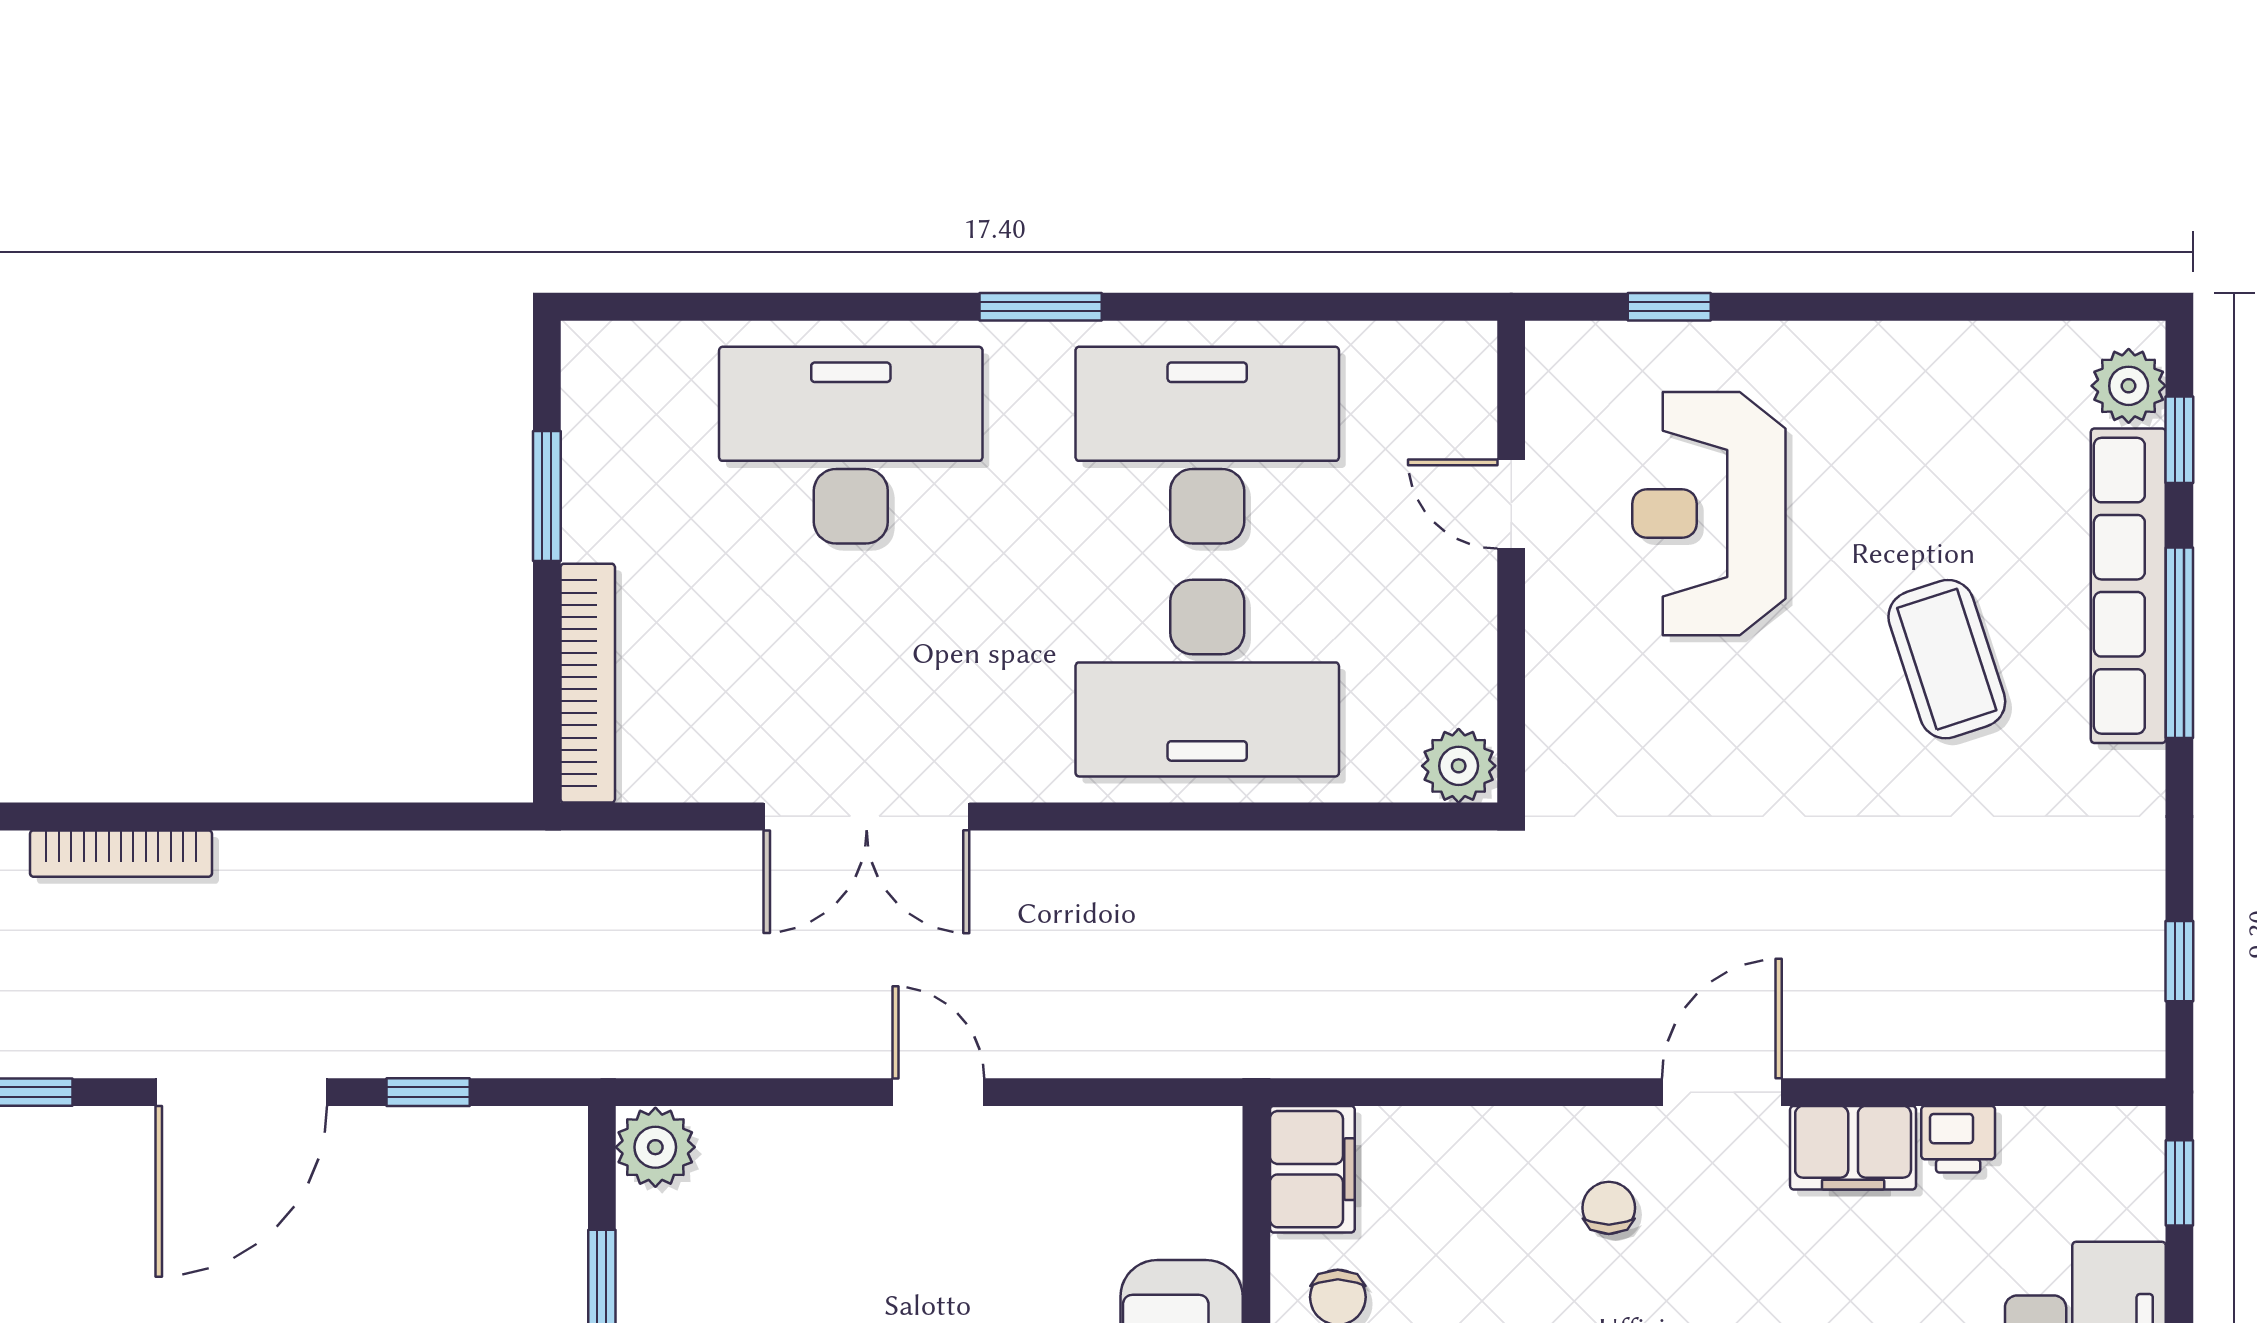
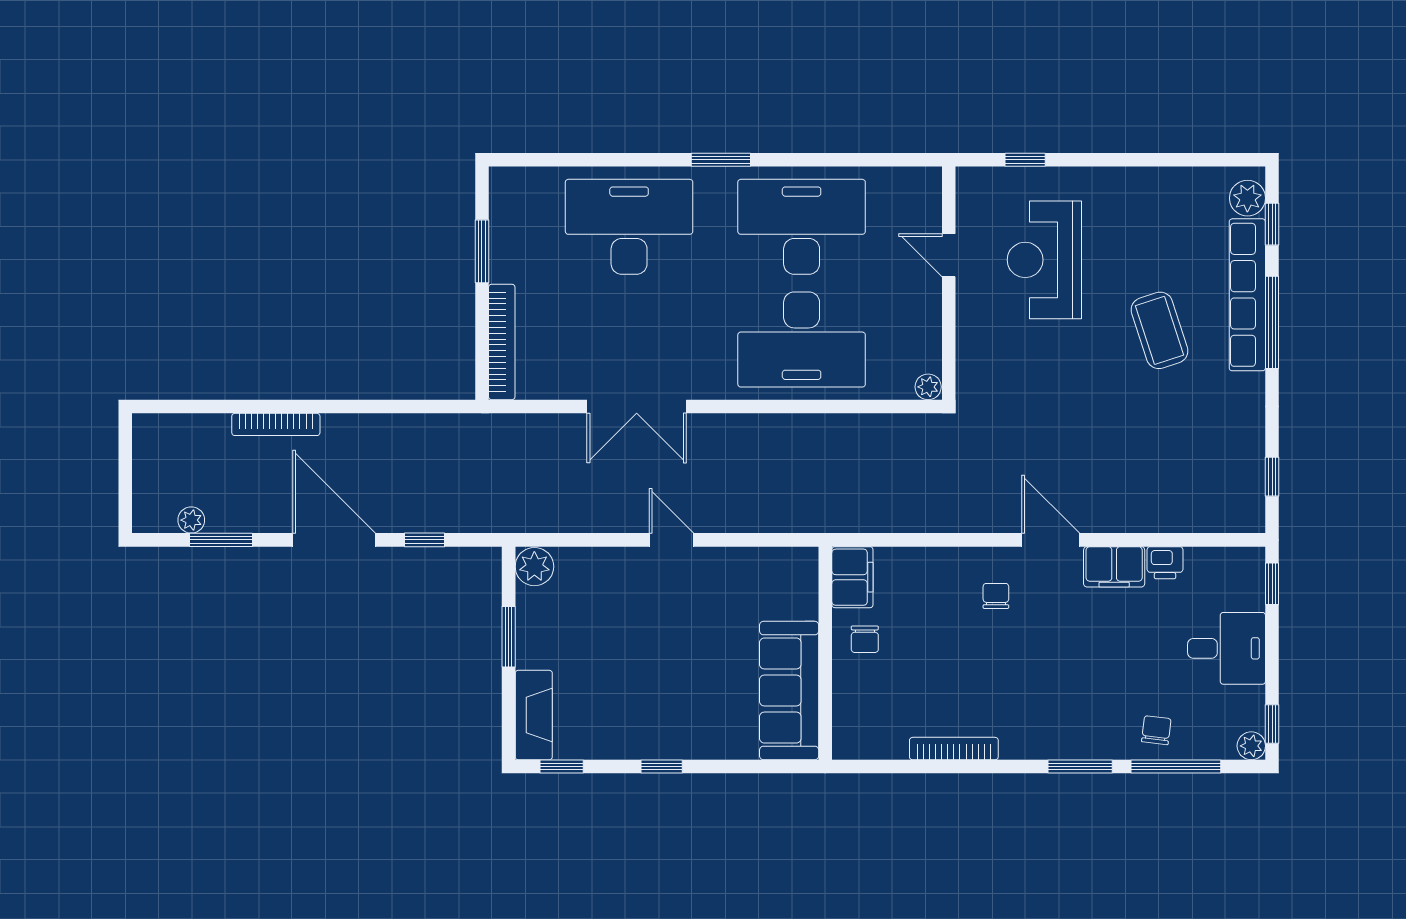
plant: (1459, 766) -> (928, 387), width x0.73, depth x0.73
door: (241, 1092) -> (334, 540), swing flipped
door: (1722, 1092) -> (1051, 540), hinge flipped

